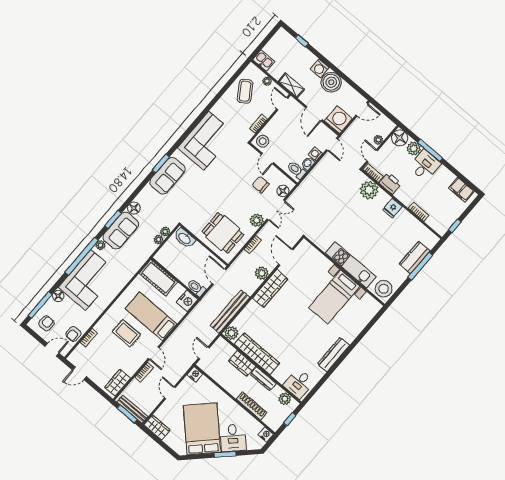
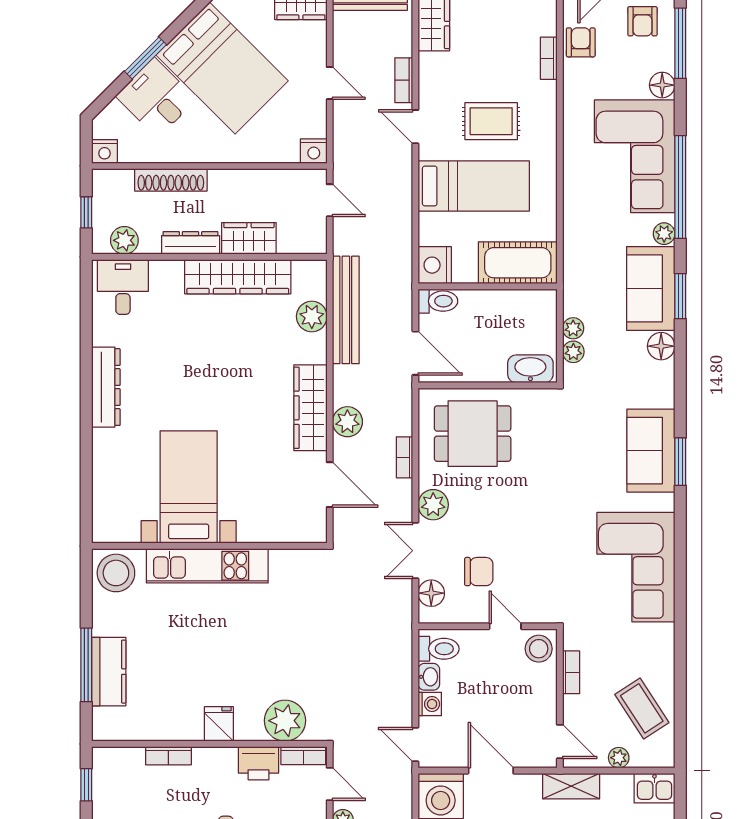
plant: (231, 333) -> (312, 316), moved

